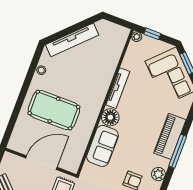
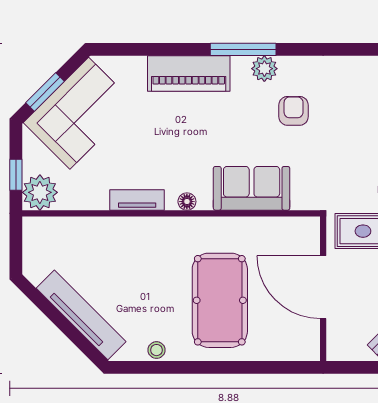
plant: (137, 37) -> (40, 192), width x1.88, depth x1.88
tv unit: (118, 88) -> (137, 200), width x0.71
floor lamp: (110, 117) -> (187, 202), width x0.53, depth x0.53
window: (178, 151) -> (243, 49), moved

